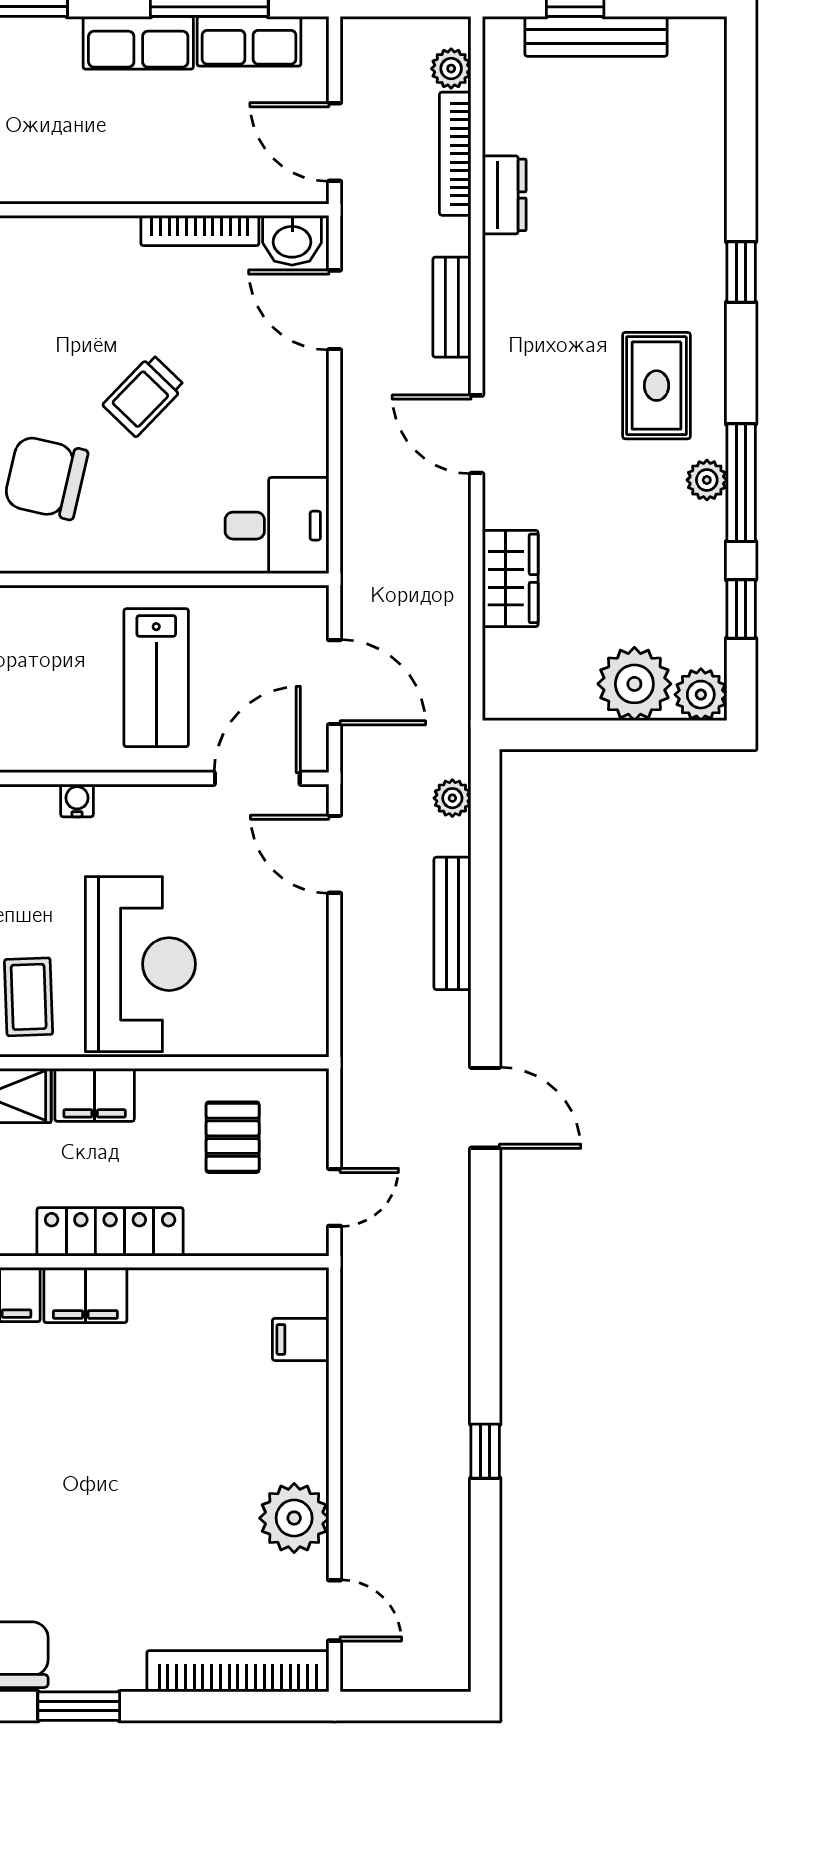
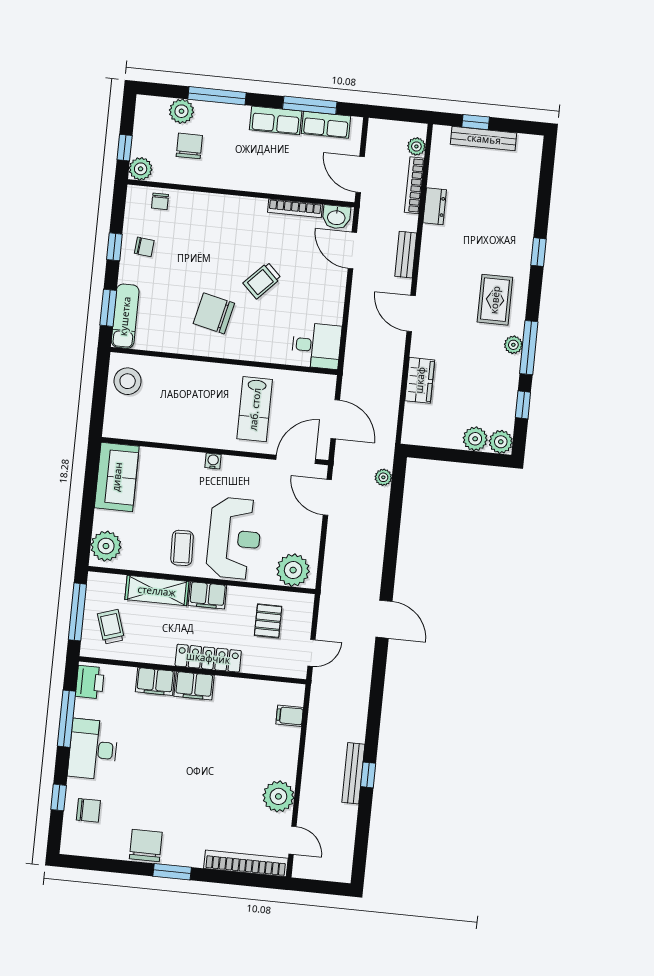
plant: (634, 684) -> (475, 439), width x0.73, depth x0.73
bench: (452, 923) -> (353, 773), moved
plant: (276, 1021) -> (293, 570), added

